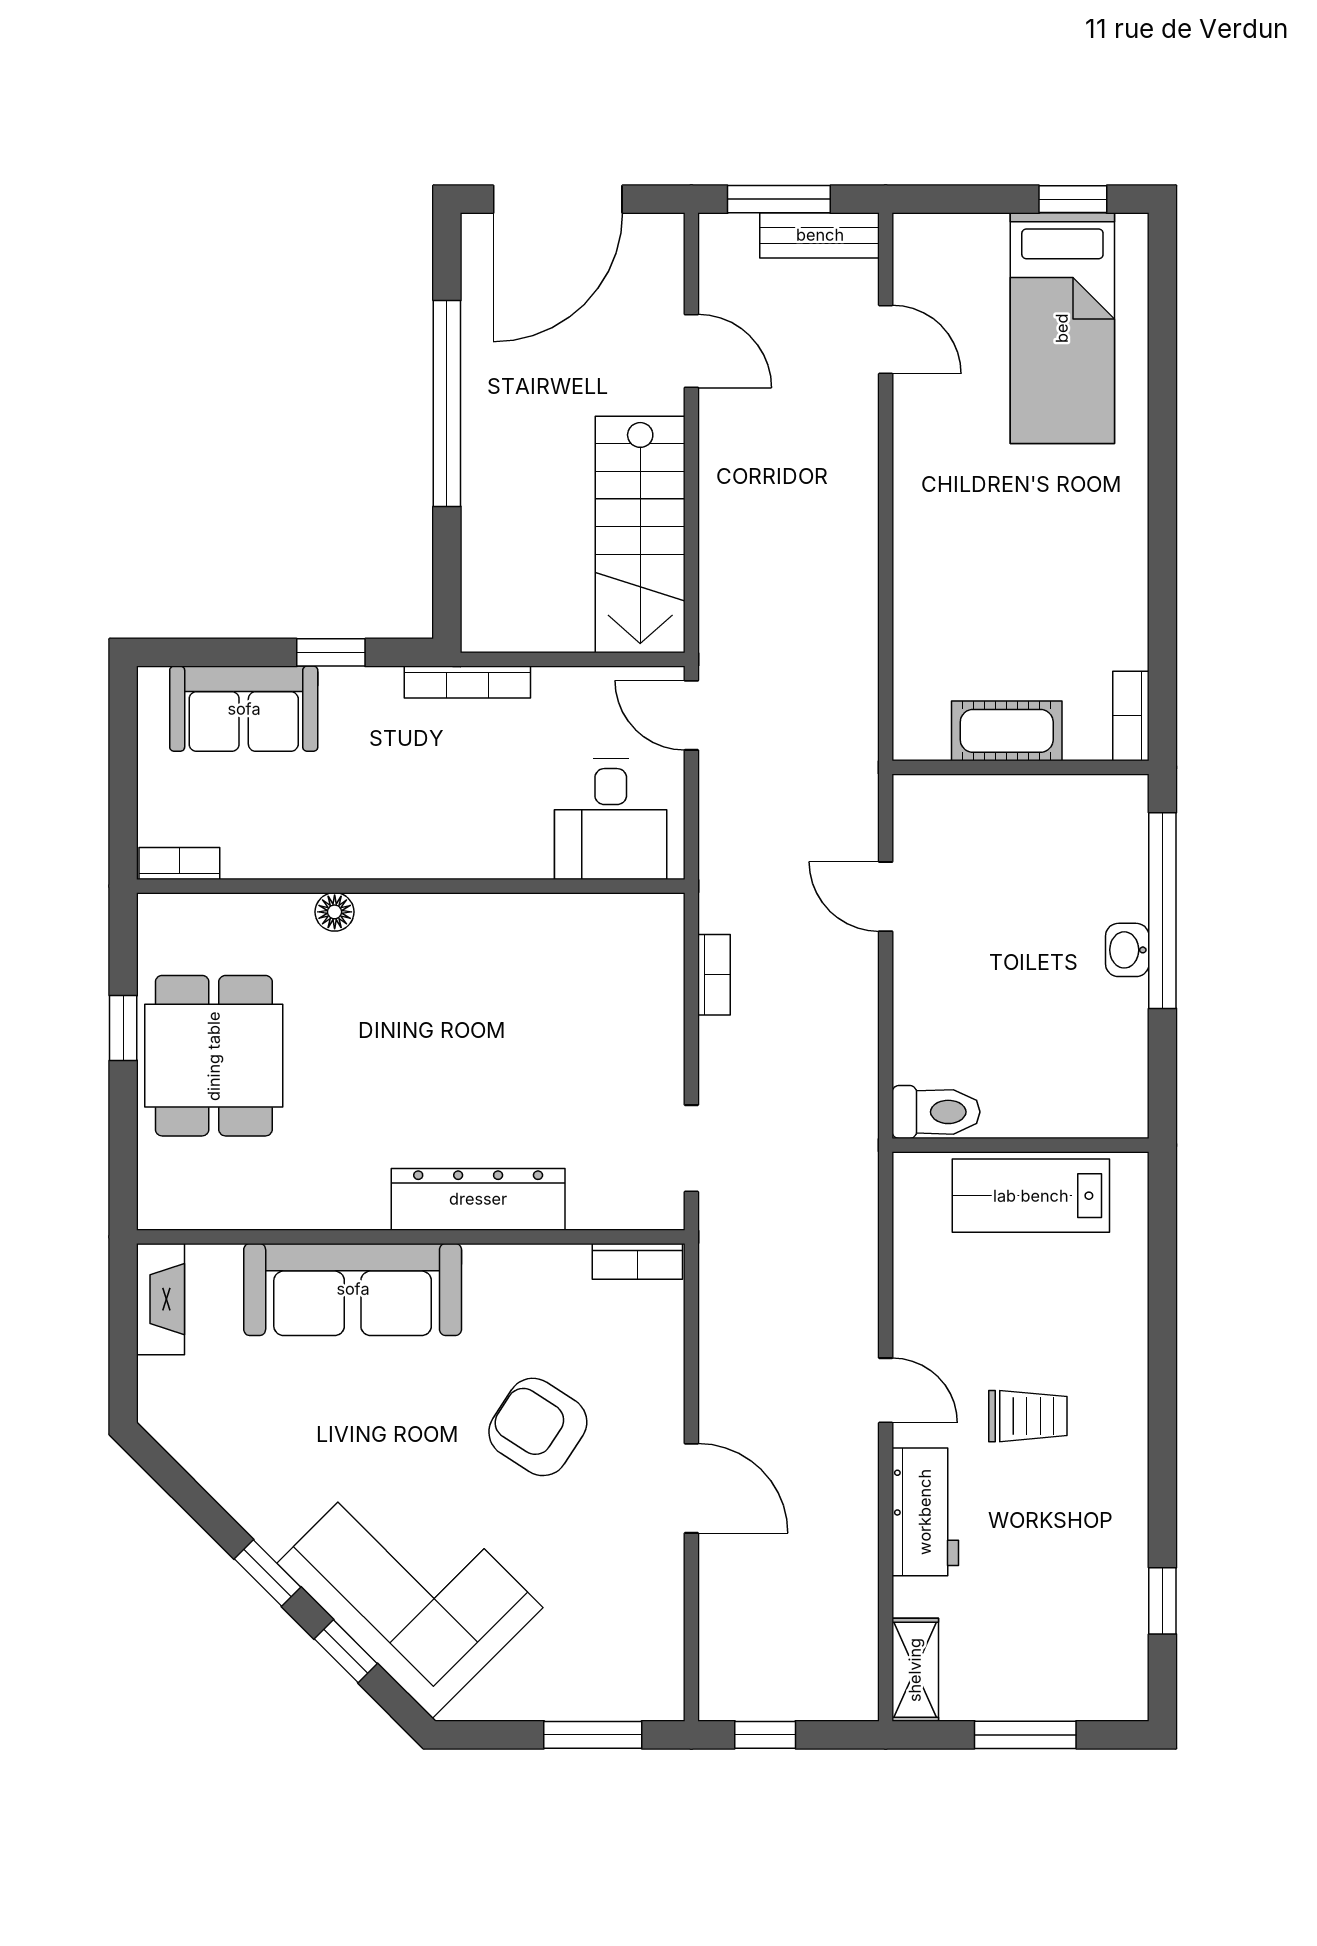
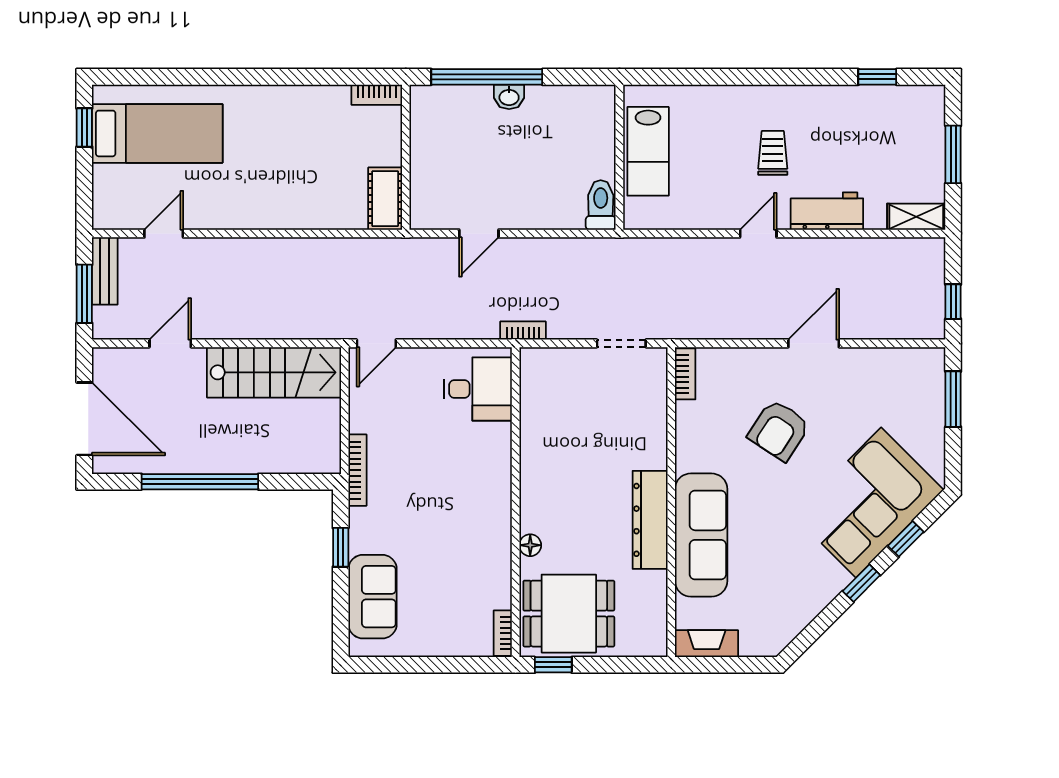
cot: (1007, 731) -> (385, 199), moved
desk: (611, 819) -> (478, 389), moved
bookcase: (179, 863) -> (503, 633), moved
wall: (411, 886) -> (516, 502), moved
floor lamp: (335, 912) -> (530, 545), moved
dresser: (478, 1199) -> (650, 520), moved

